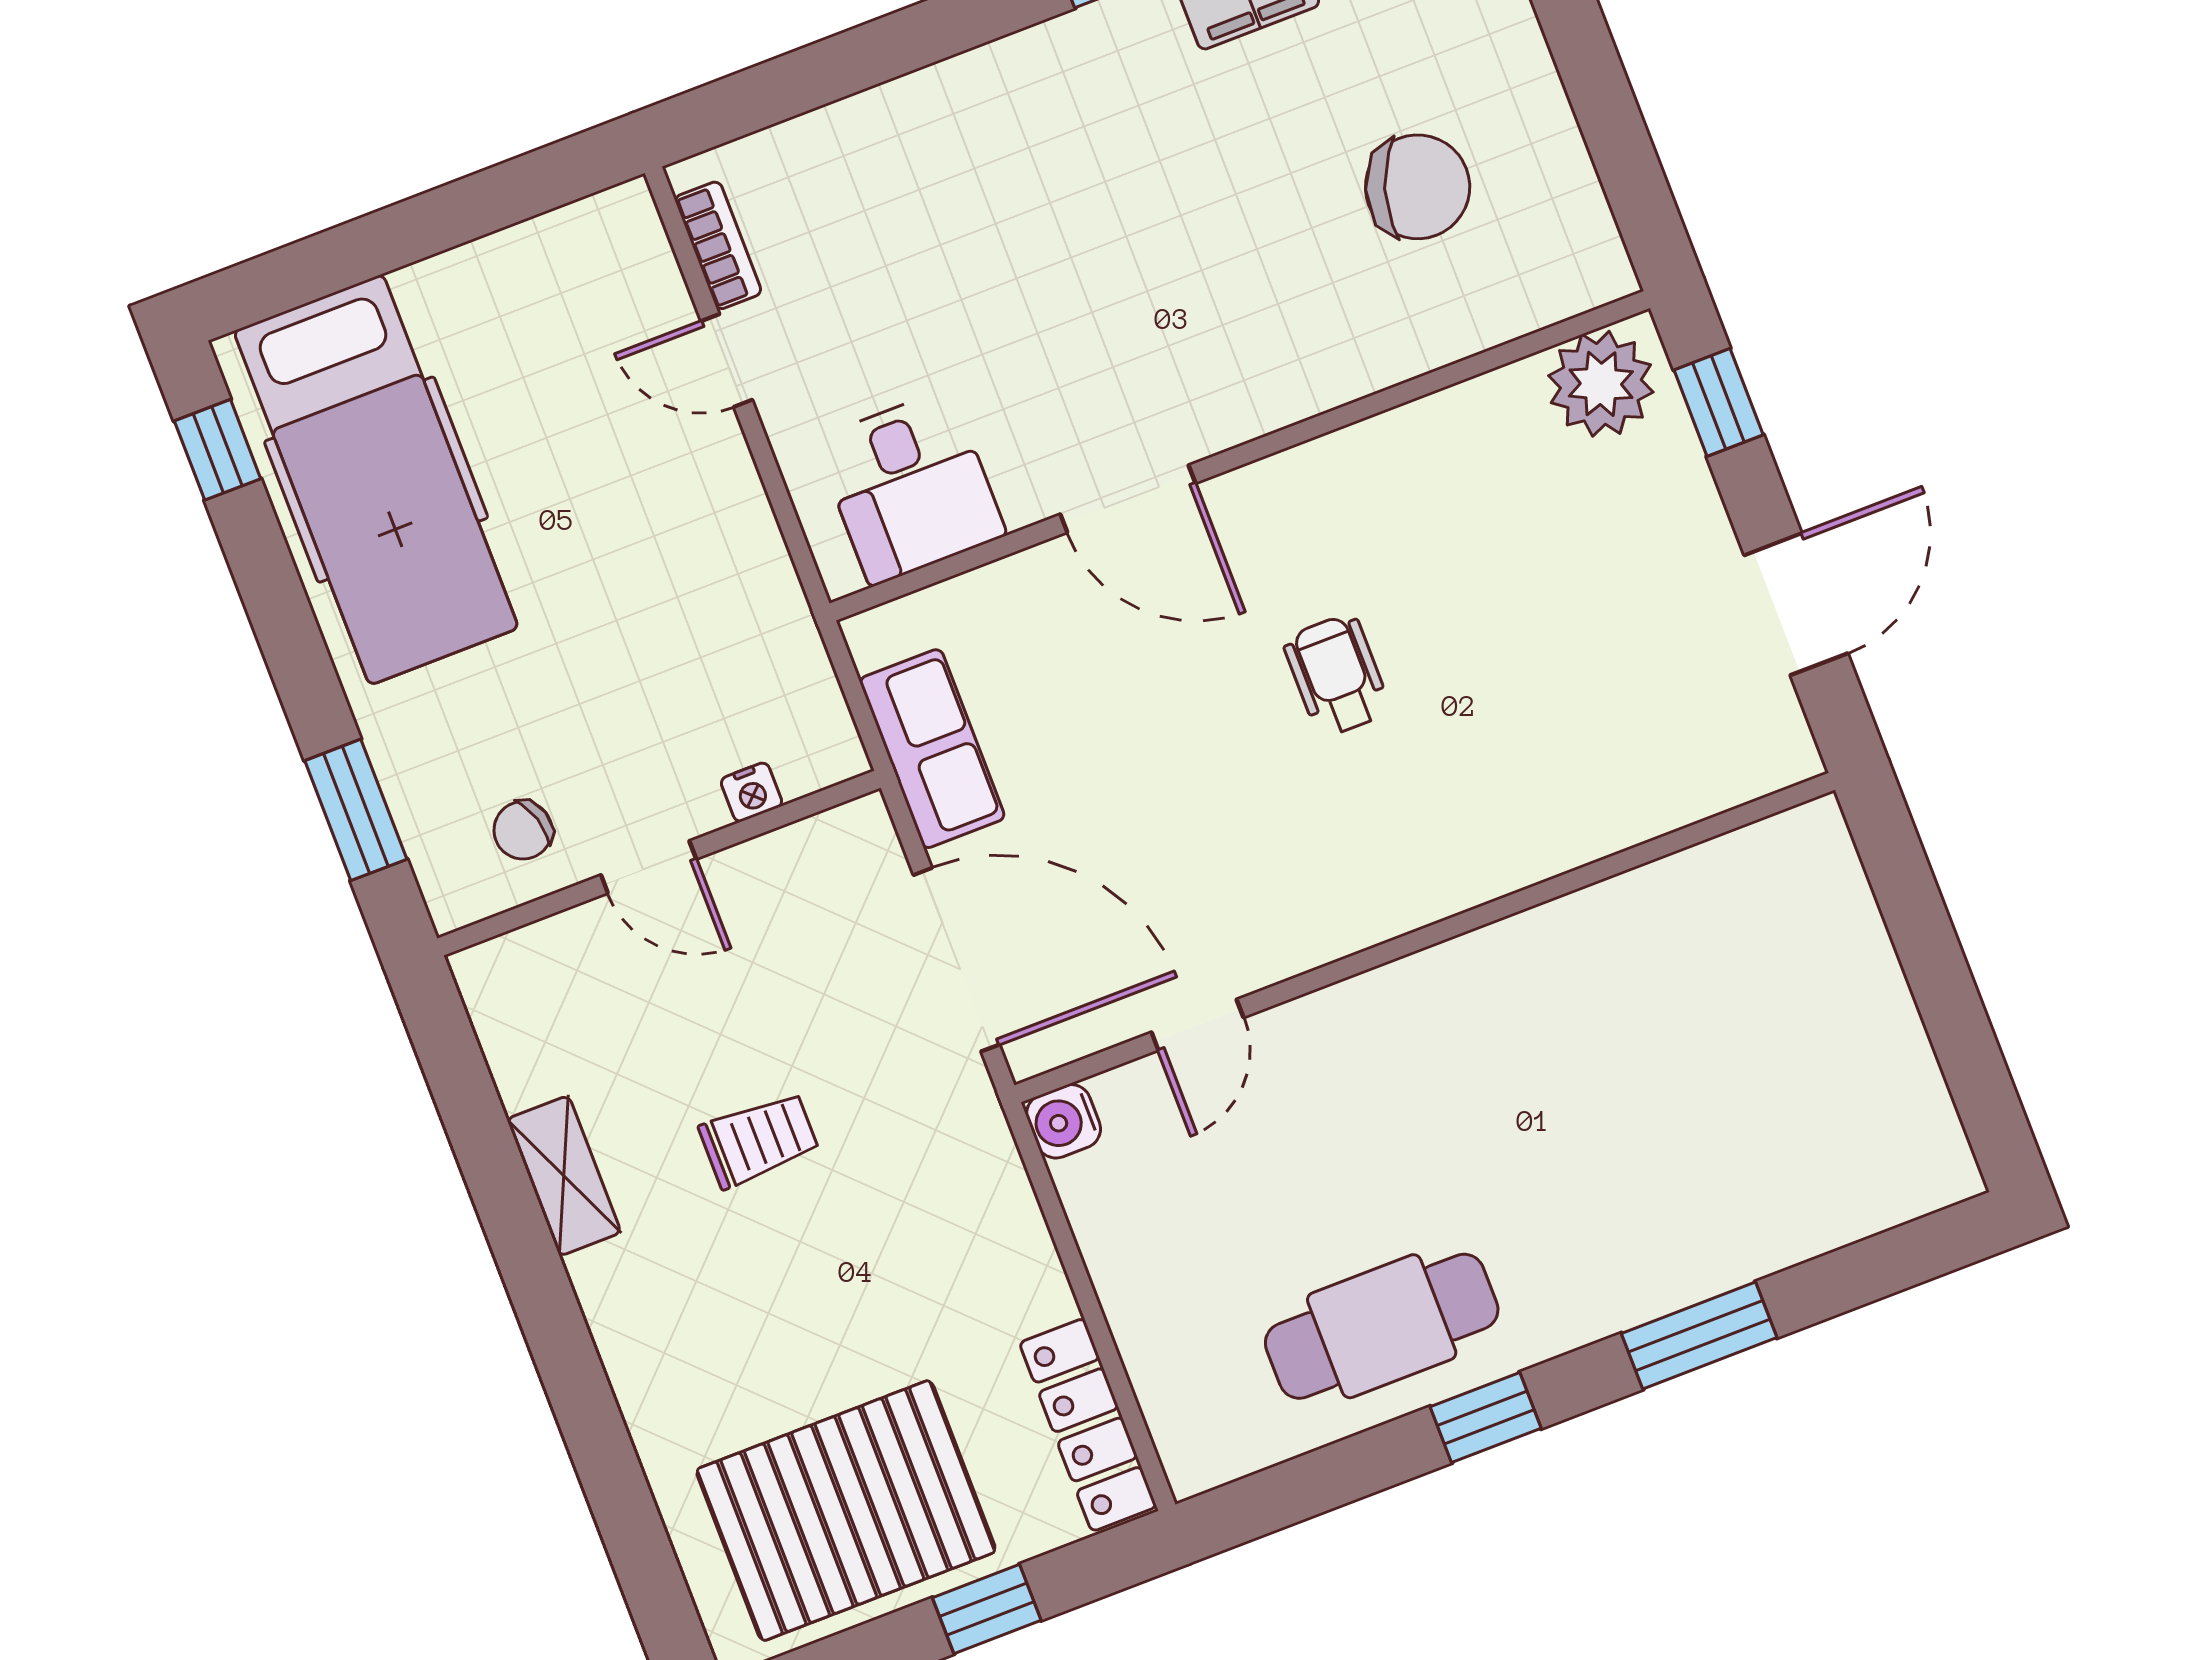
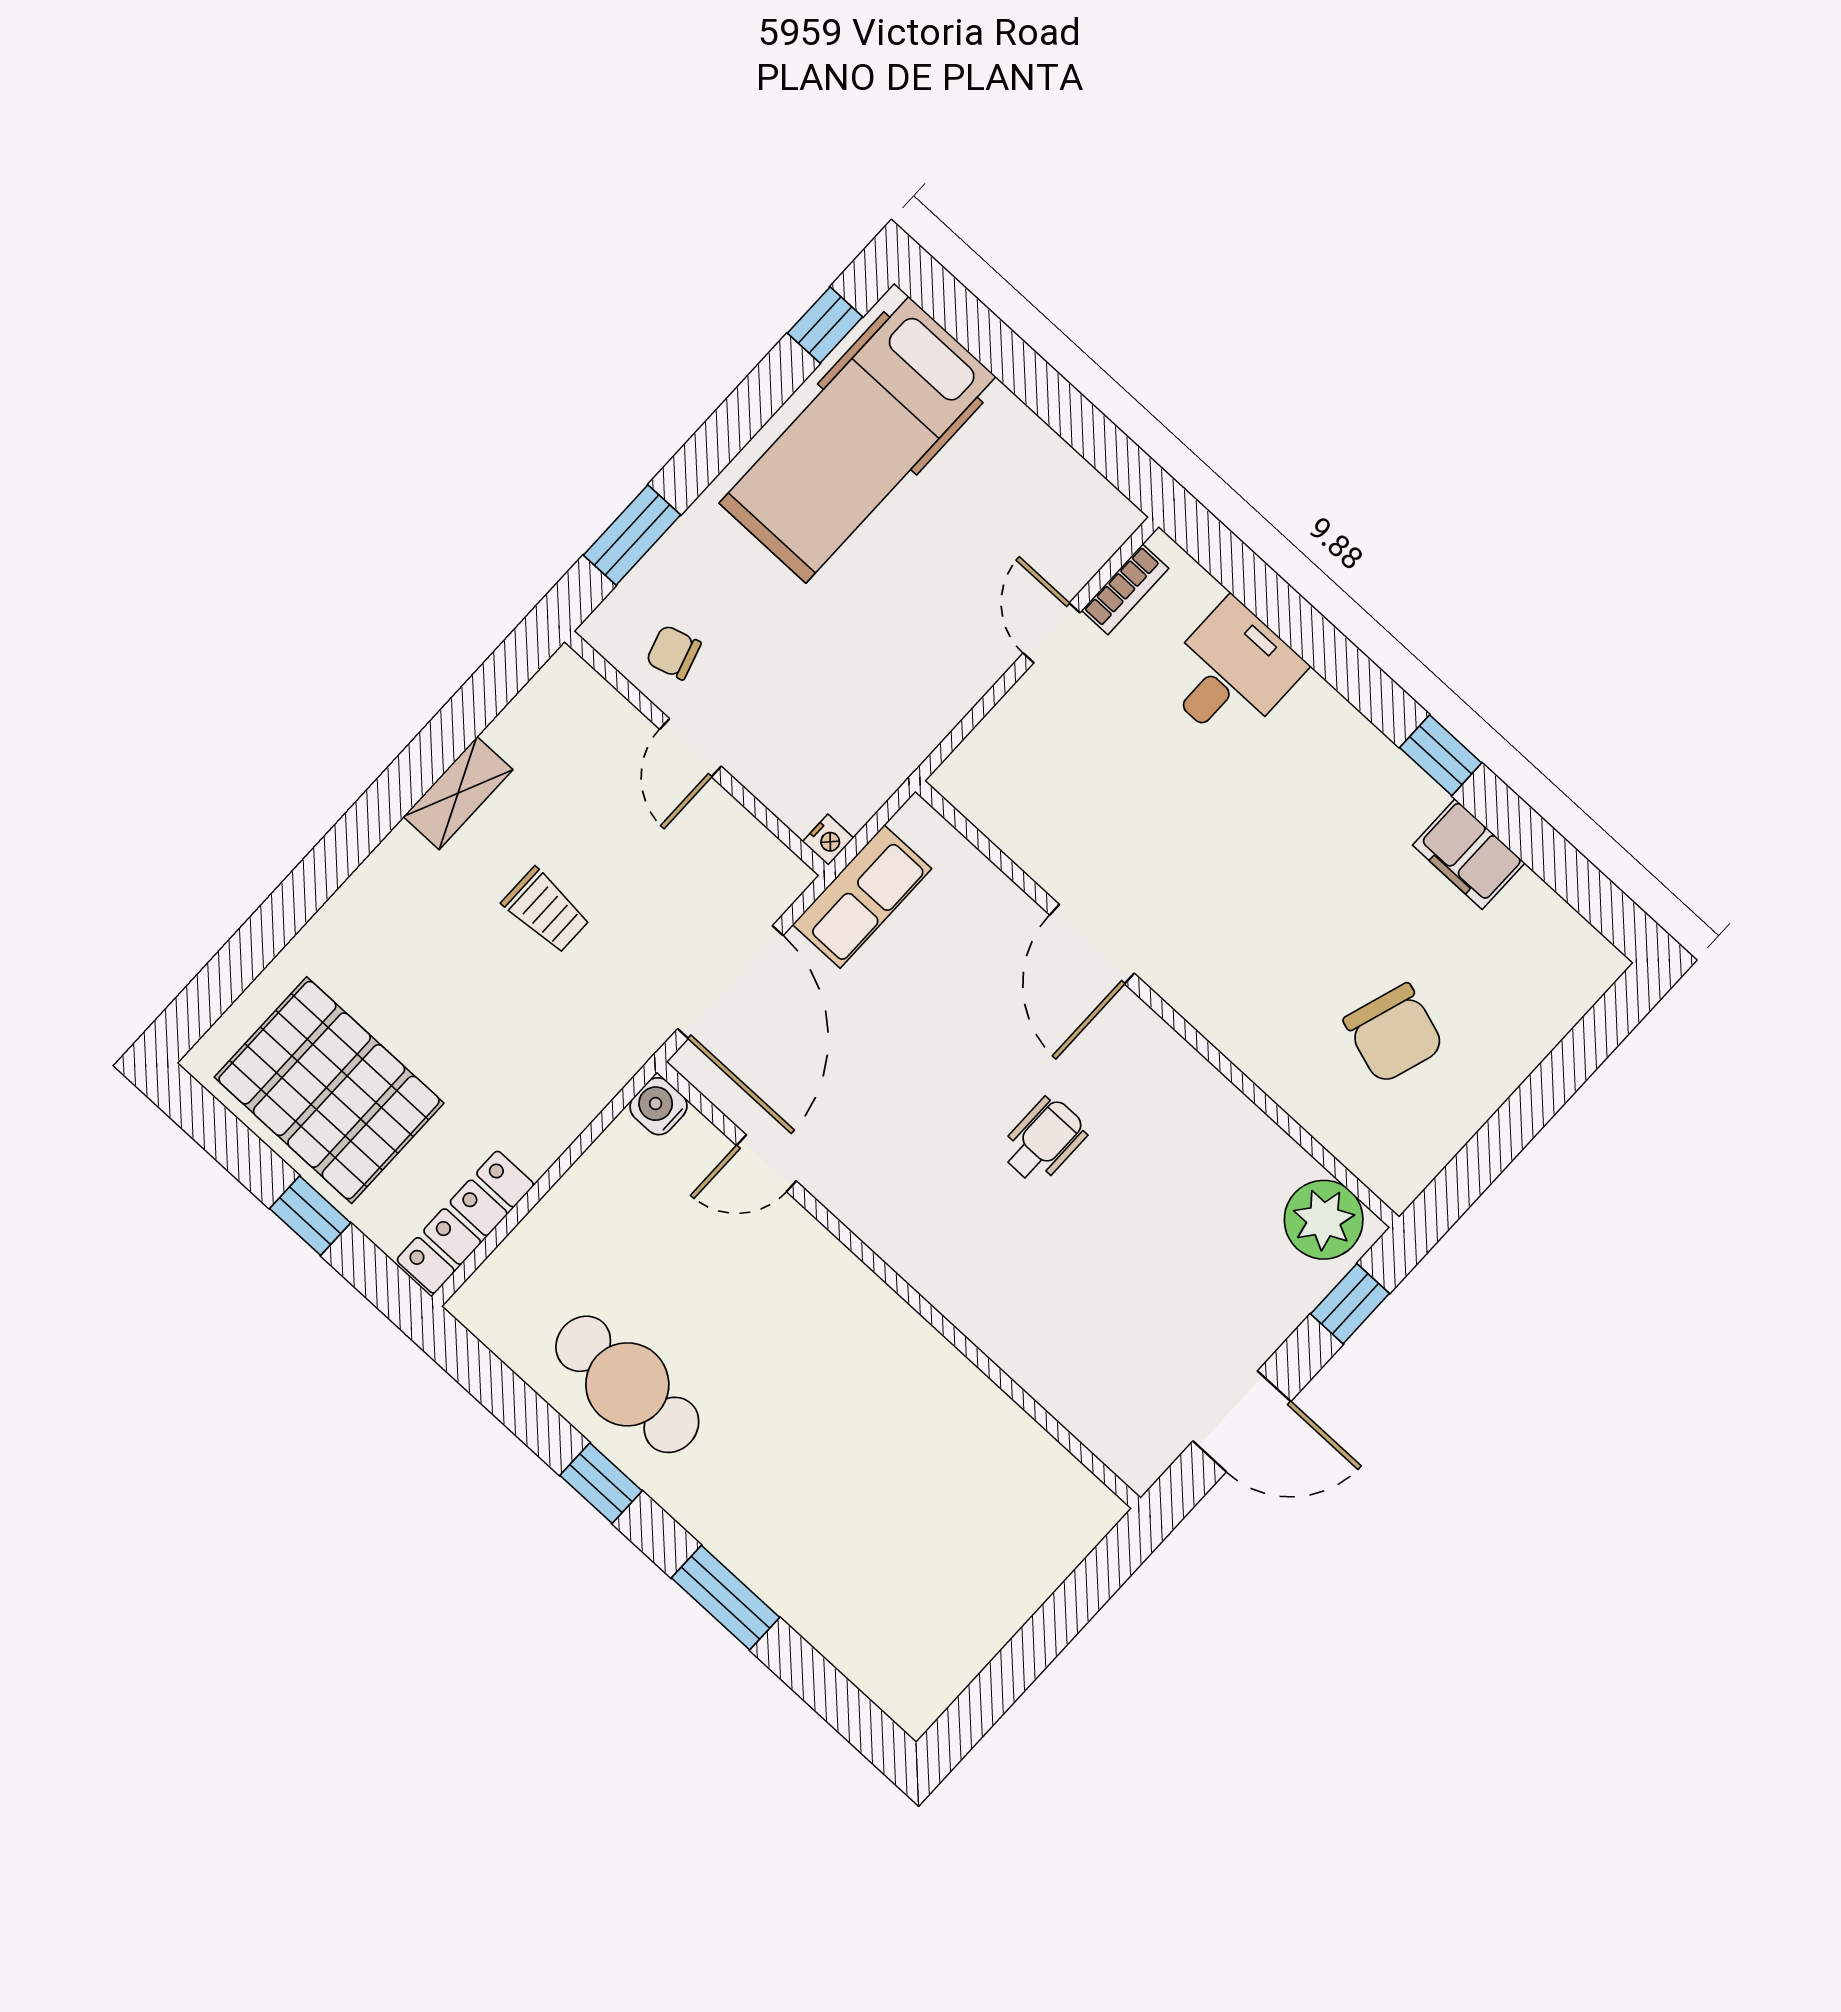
desk: (910, 487) -> (1231, 673), moved, turned 180
nightstand: (752, 792) -> (828, 840), moved, turned -90

